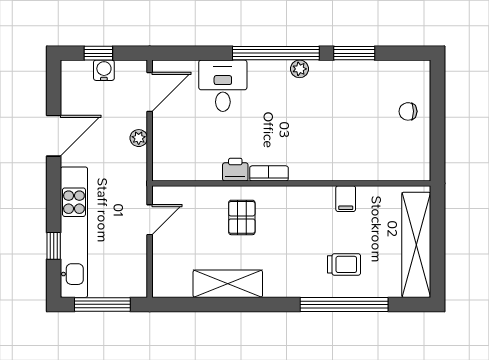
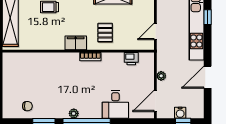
chair: (408, 111) -> (27, 106), moved
printer: (235, 170) -> (131, 59), moved
filing cabinet: (346, 199) -> (76, 43), moved, width x2.00

